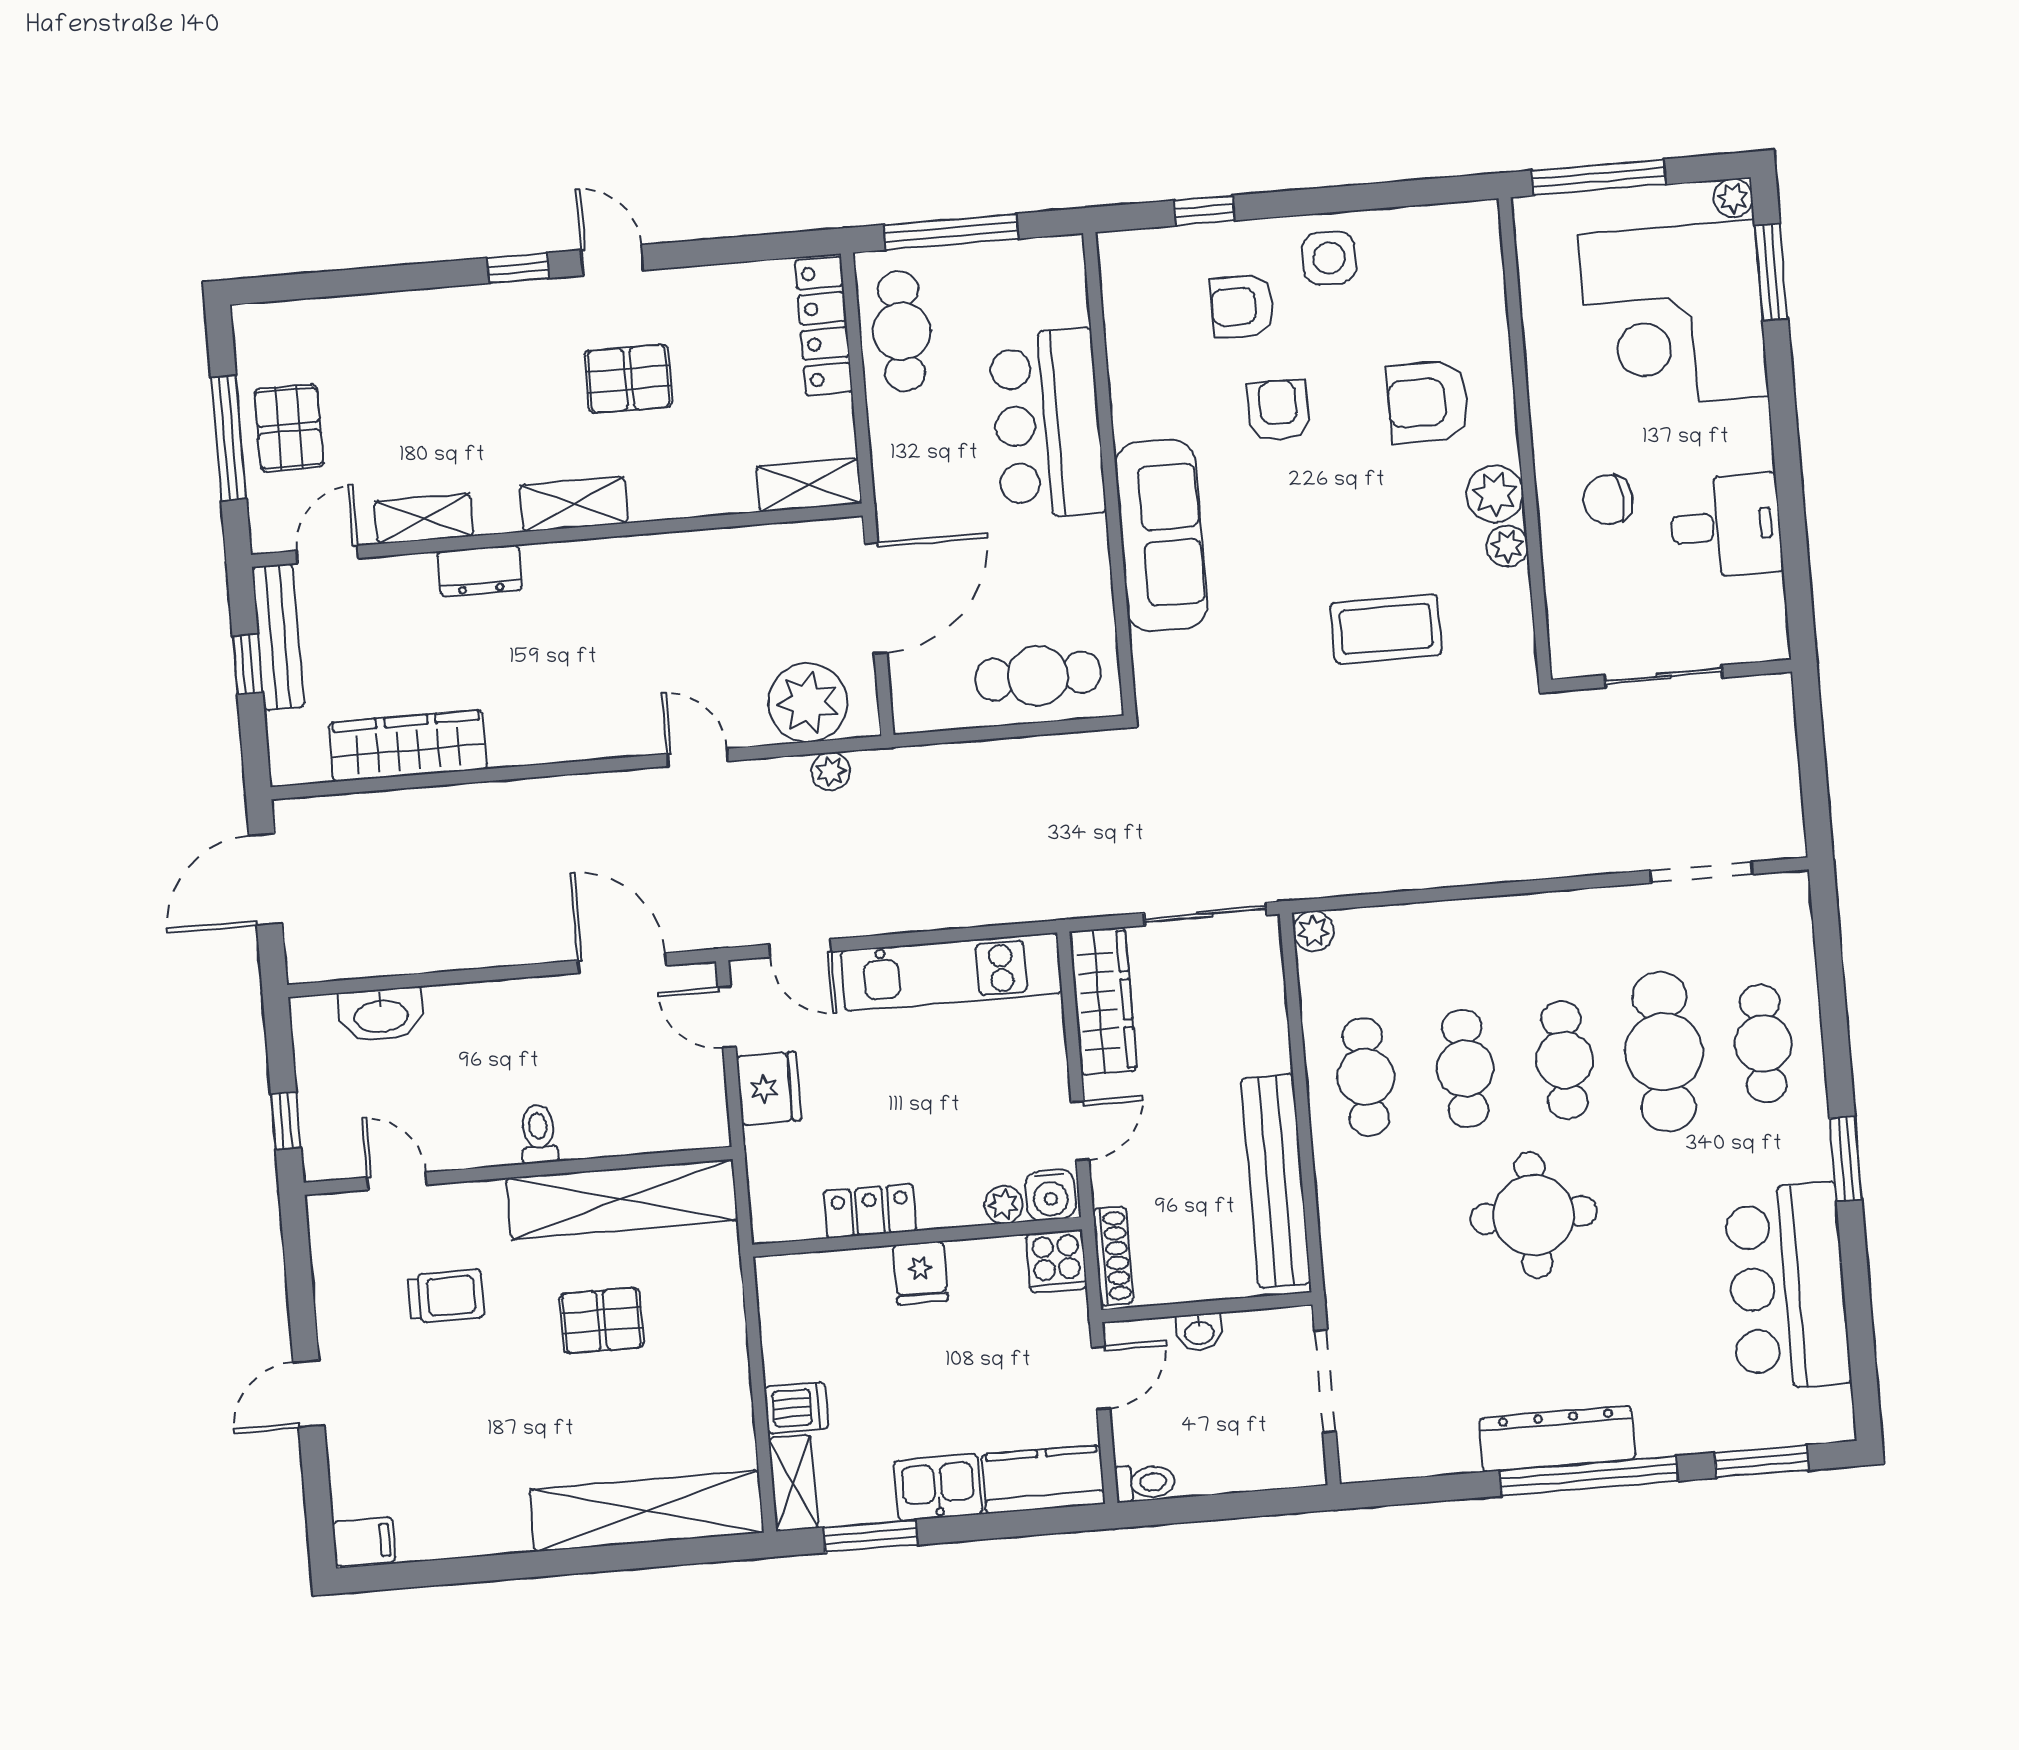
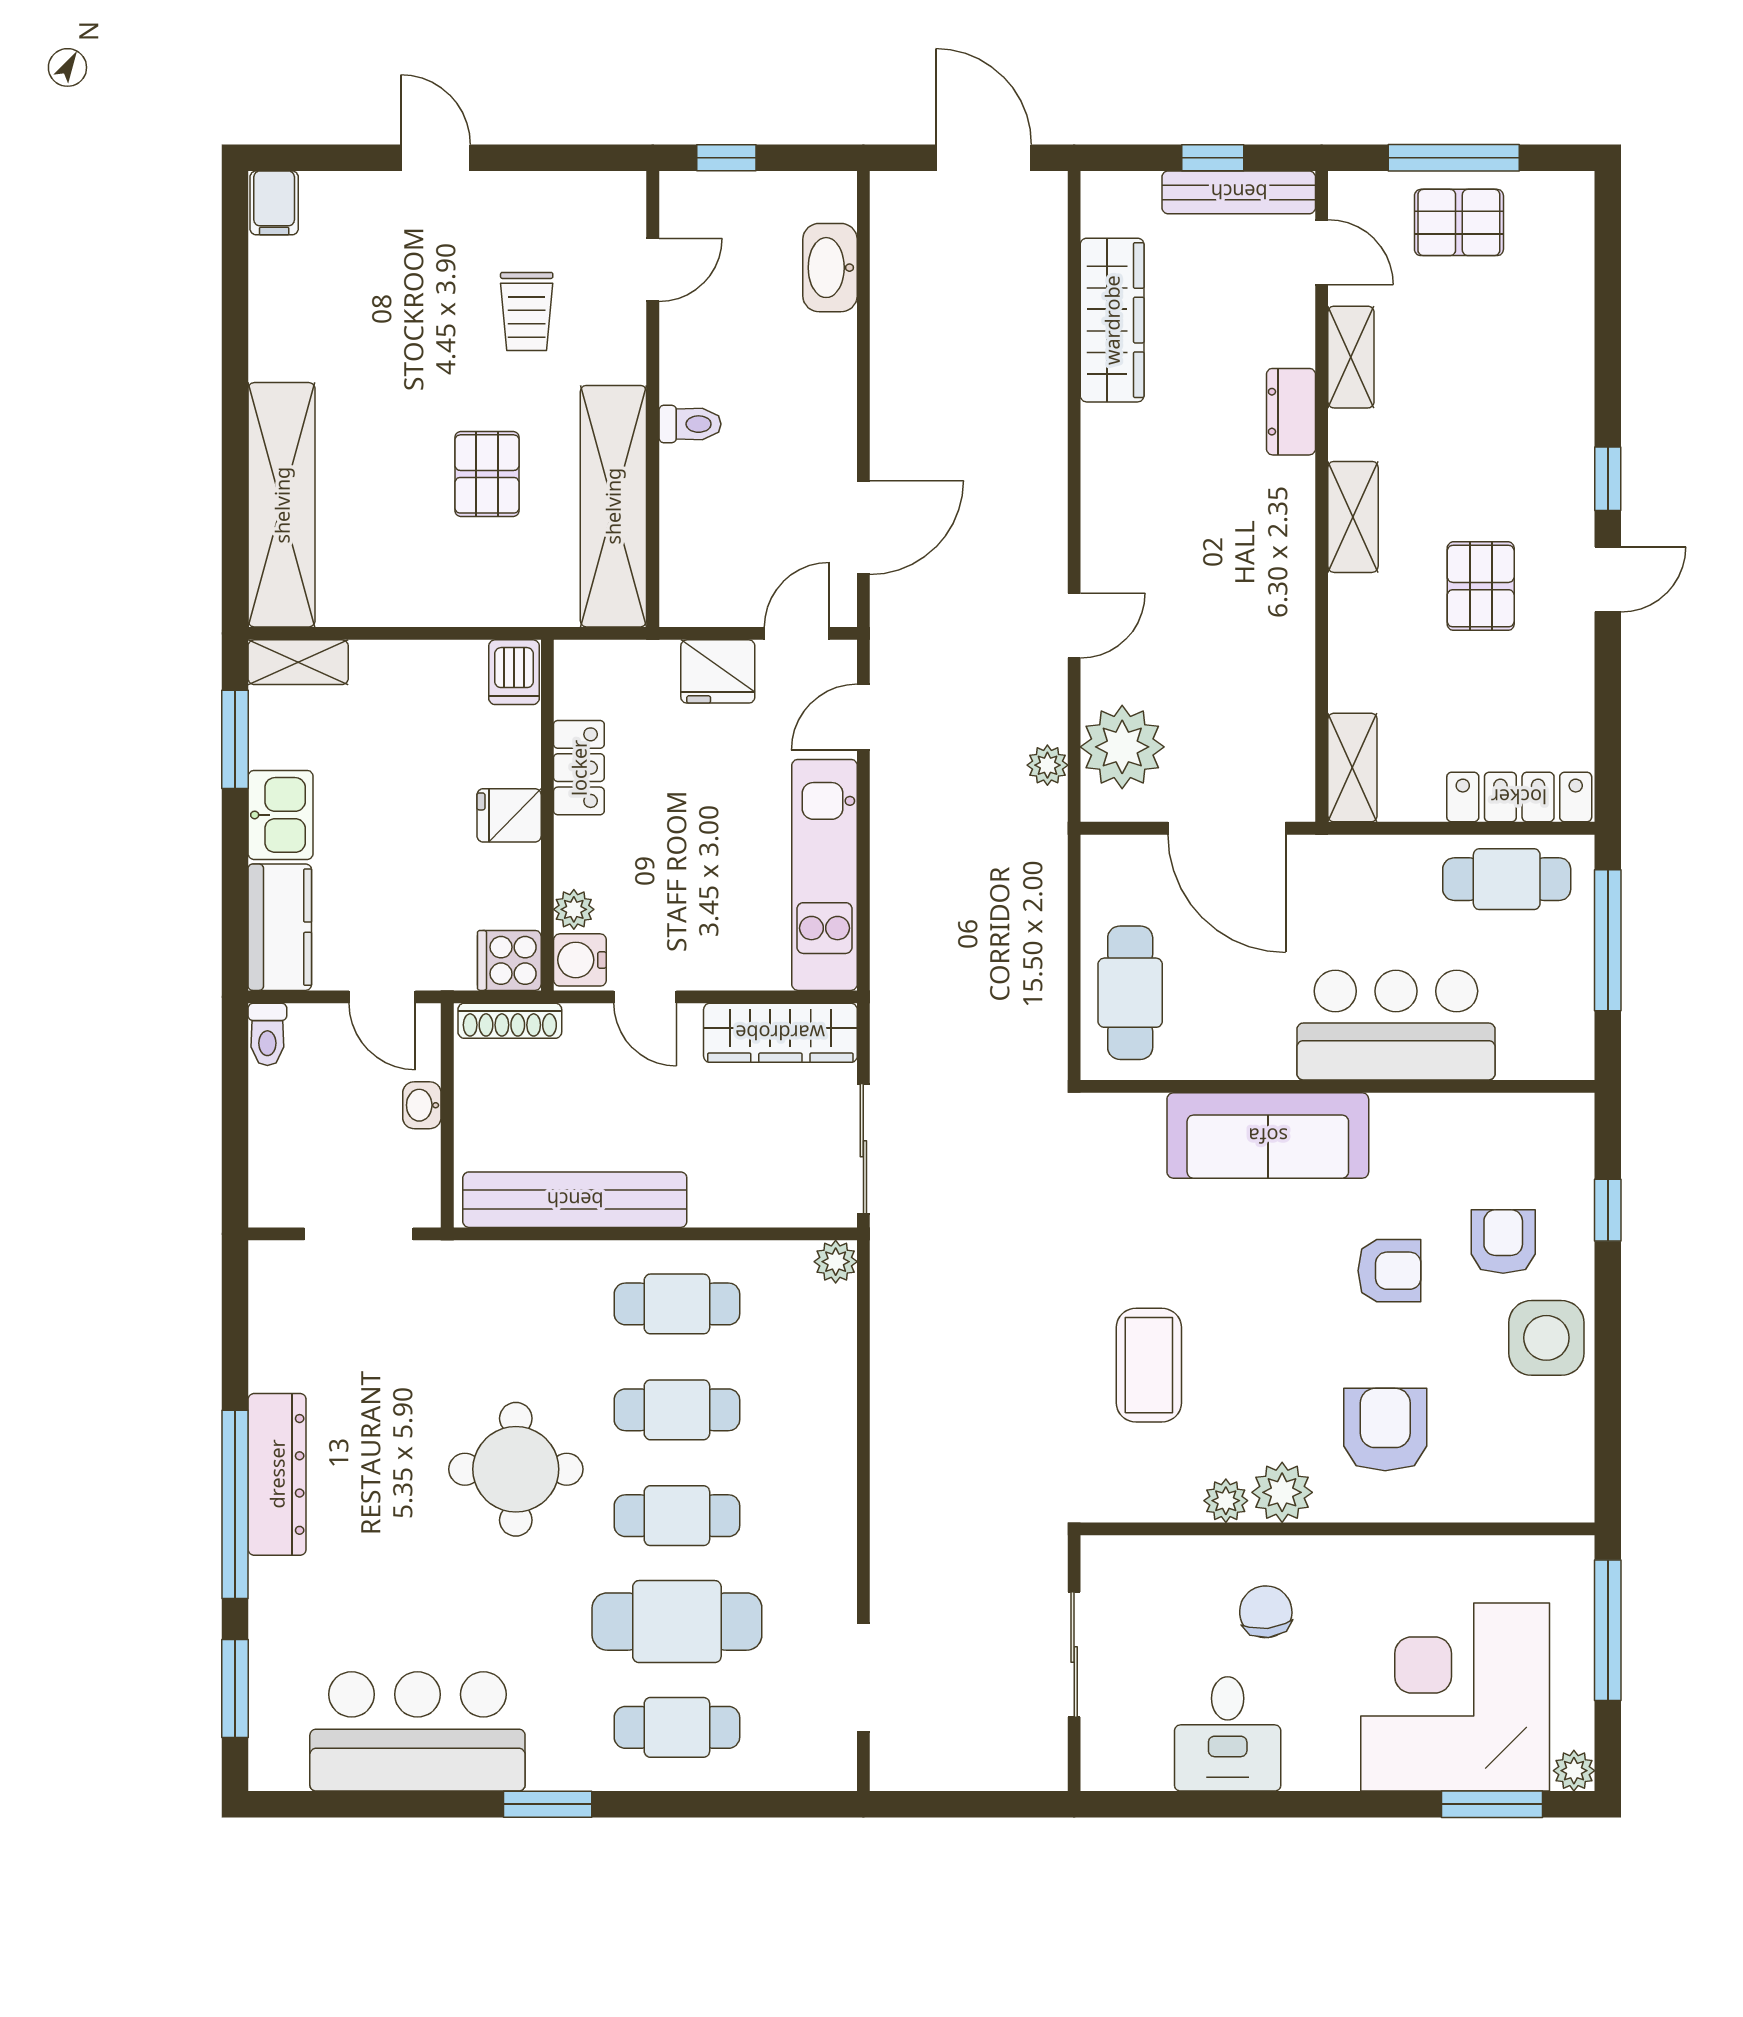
side table: (1329, 258) -> (1546, 1338), width x1.37, depth x1.37
dishwasher: (796, 1408) -> (514, 672), moved

